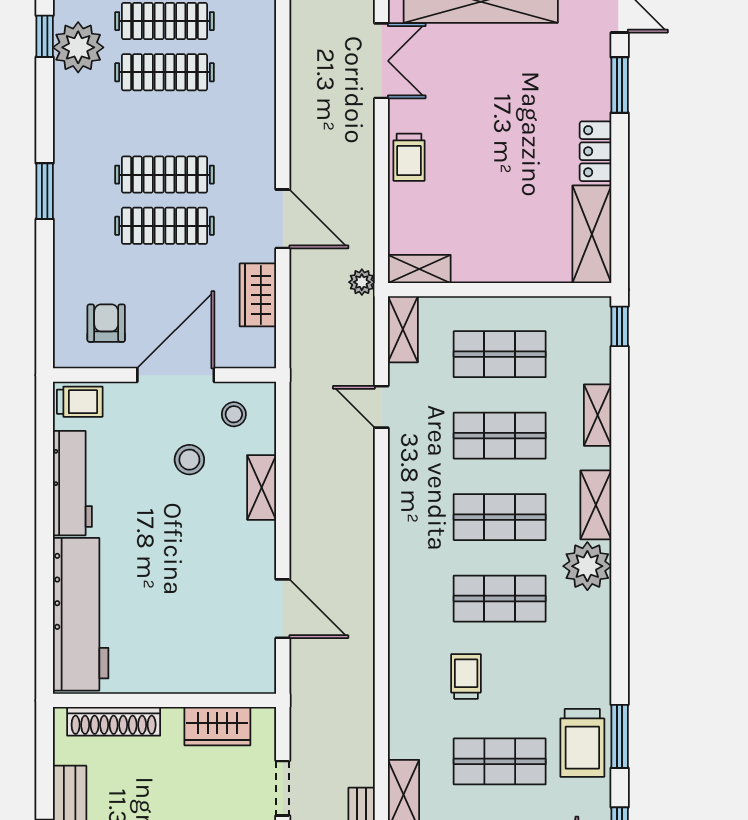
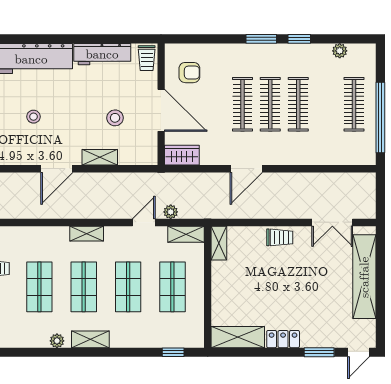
window: (45, 36) -> (299, 39), moved
plant: (78, 47) -> (340, 51), width x0.53, depth x0.53
clothes rail: (164, 72) -> (298, 104), moved
trolley: (409, 157) -> (280, 237), turned 180
plant: (362, 282) -> (171, 212), moved
wardrobe: (258, 295) -> (182, 155), moved
window: (620, 326) -> (173, 352), moved
stool: (234, 414) -> (33, 117), moved
shelving: (598, 415) -> (87, 234), moved
plant: (587, 566) -> (57, 341), width x0.53, depth x0.53
door: (283, 609) -> (57, 169), moved

